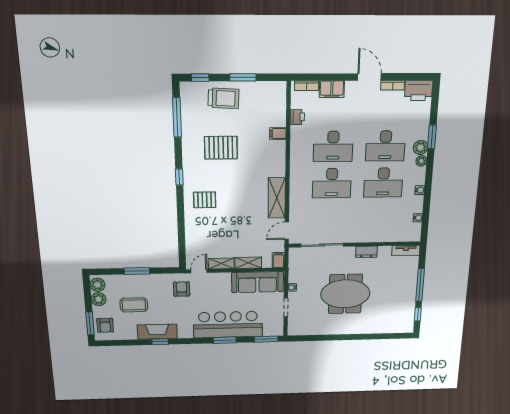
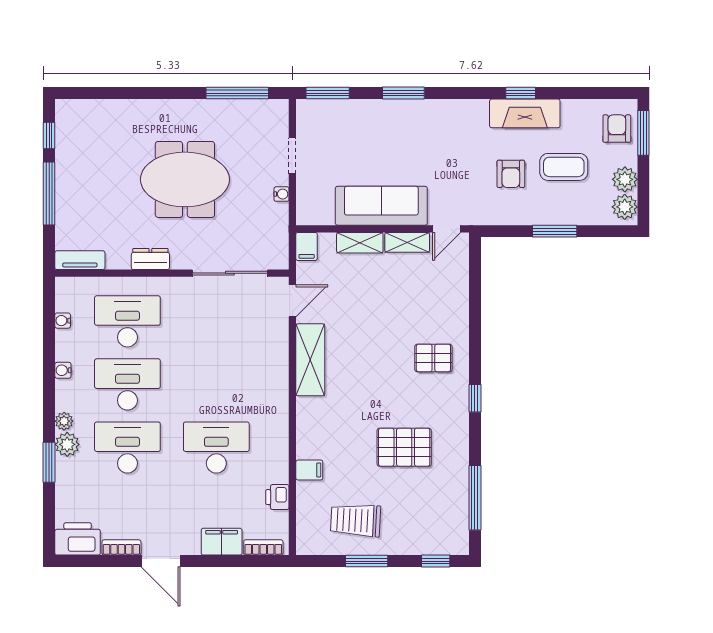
trolley: (223, 98) -> (356, 520), moved
desk: (332, 183) -> (127, 321), moved
sofa: (257, 282) -> (381, 206), moved
armchair: (182, 289) -> (511, 174), moved
bar counter: (228, 325) -> (397, 124), removed
window: (315, 338) -> (237, 93), added

